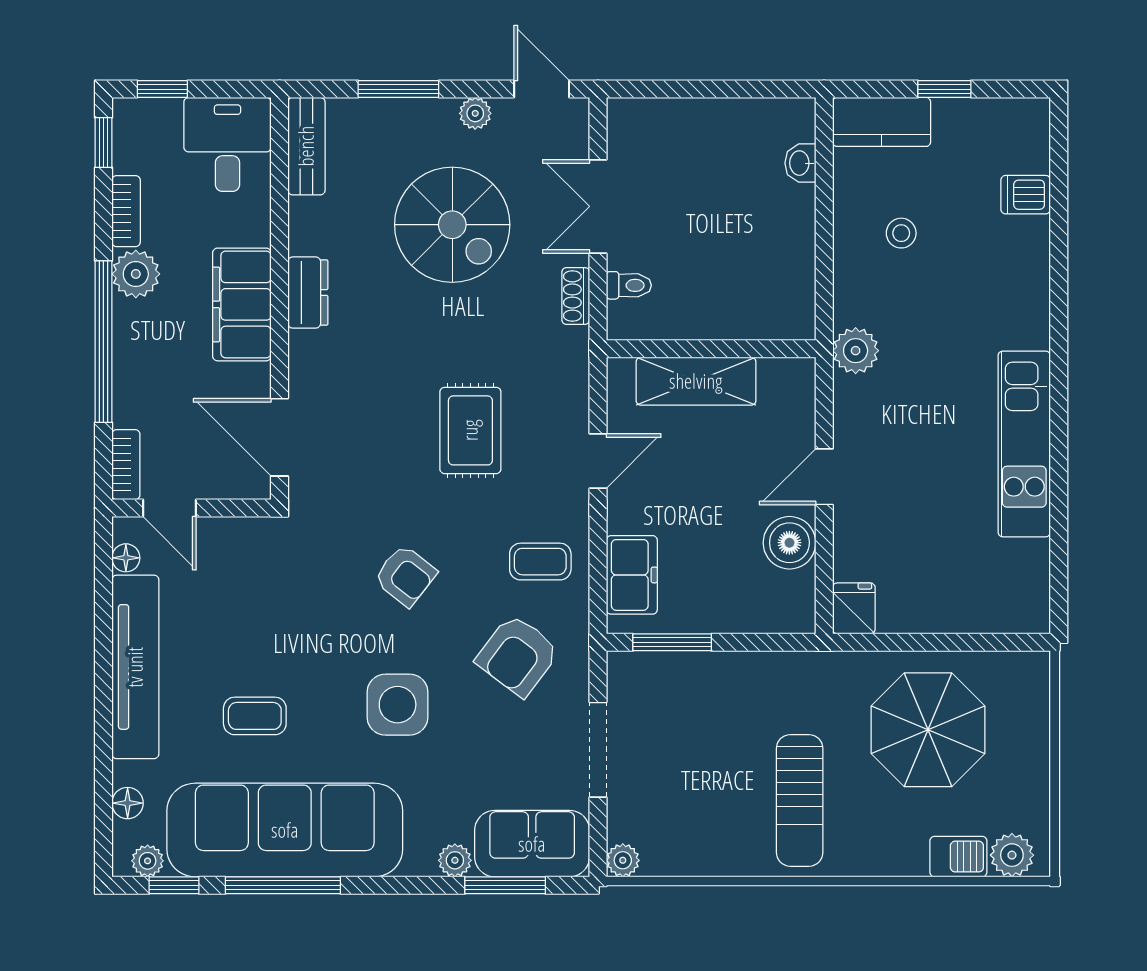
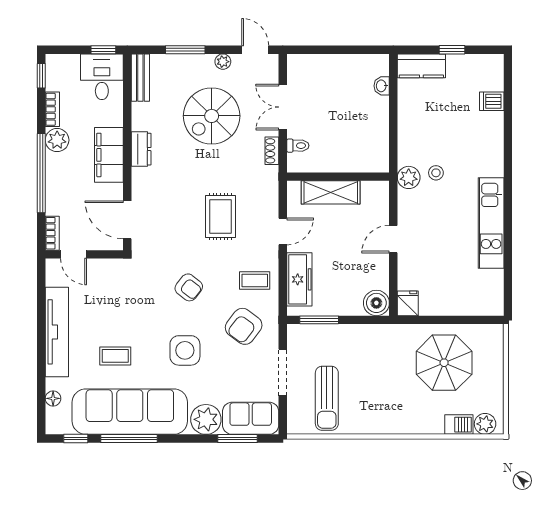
window: (162, 89) -> (103, 50), moved
spiral stairs: (452, 225) -> (212, 116), turned 90
stool: (901, 233) -> (436, 173), moved
boiler: (789, 543) -> (376, 303), moved
floor lamp: (126, 558) -> (52, 279), removed
freezer: (632, 575) -> (299, 279), width x1.40
sun lounger: (800, 800) -> (327, 398), moved
plant: (455, 860) -> (206, 419), width x1.87, depth x1.87
plant: (623, 860) -> (295, 426), removed
plant: (148, 861) -> (63, 427), removed

